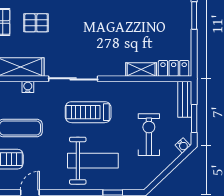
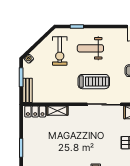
exercise bike: (149, 135) -> (60, 51), moved
weight bench: (93, 161) -> (90, 48), width x0.73, depth x0.75

